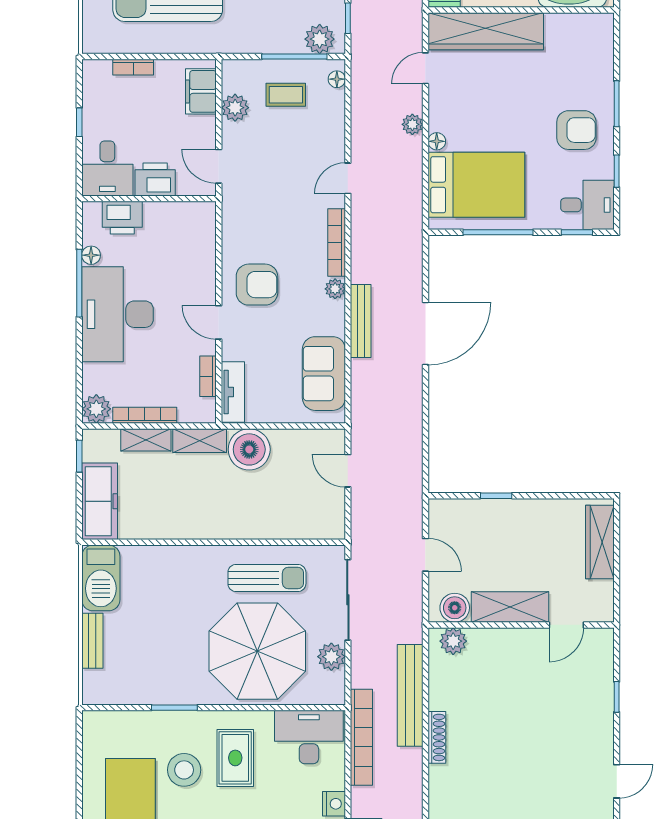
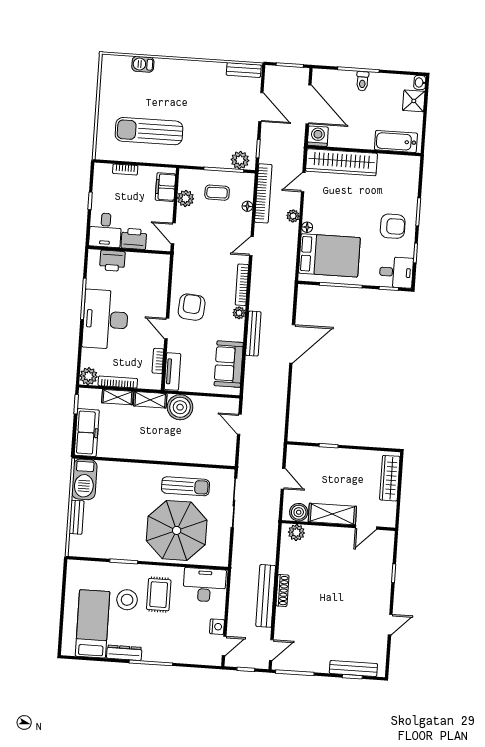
floor lamp: (337, 79) -> (247, 206), moved
floor lamp: (91, 255) -> (92, 282), removed
armchair: (257, 285) -> (192, 307), turned -86
plant: (331, 657) -> (221, 537), removed
bench: (410, 695) -> (266, 596), moved
bookcase: (361, 737) -> (263, 193), moved

